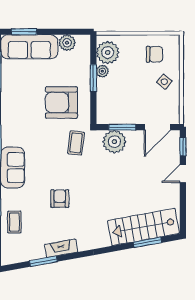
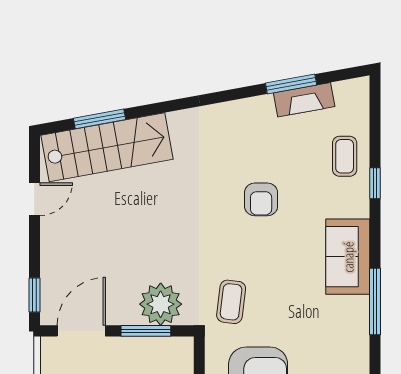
door: (183, 174) -> (34, 199), moved
fireplace: (61, 248) -> (304, 100), moved

